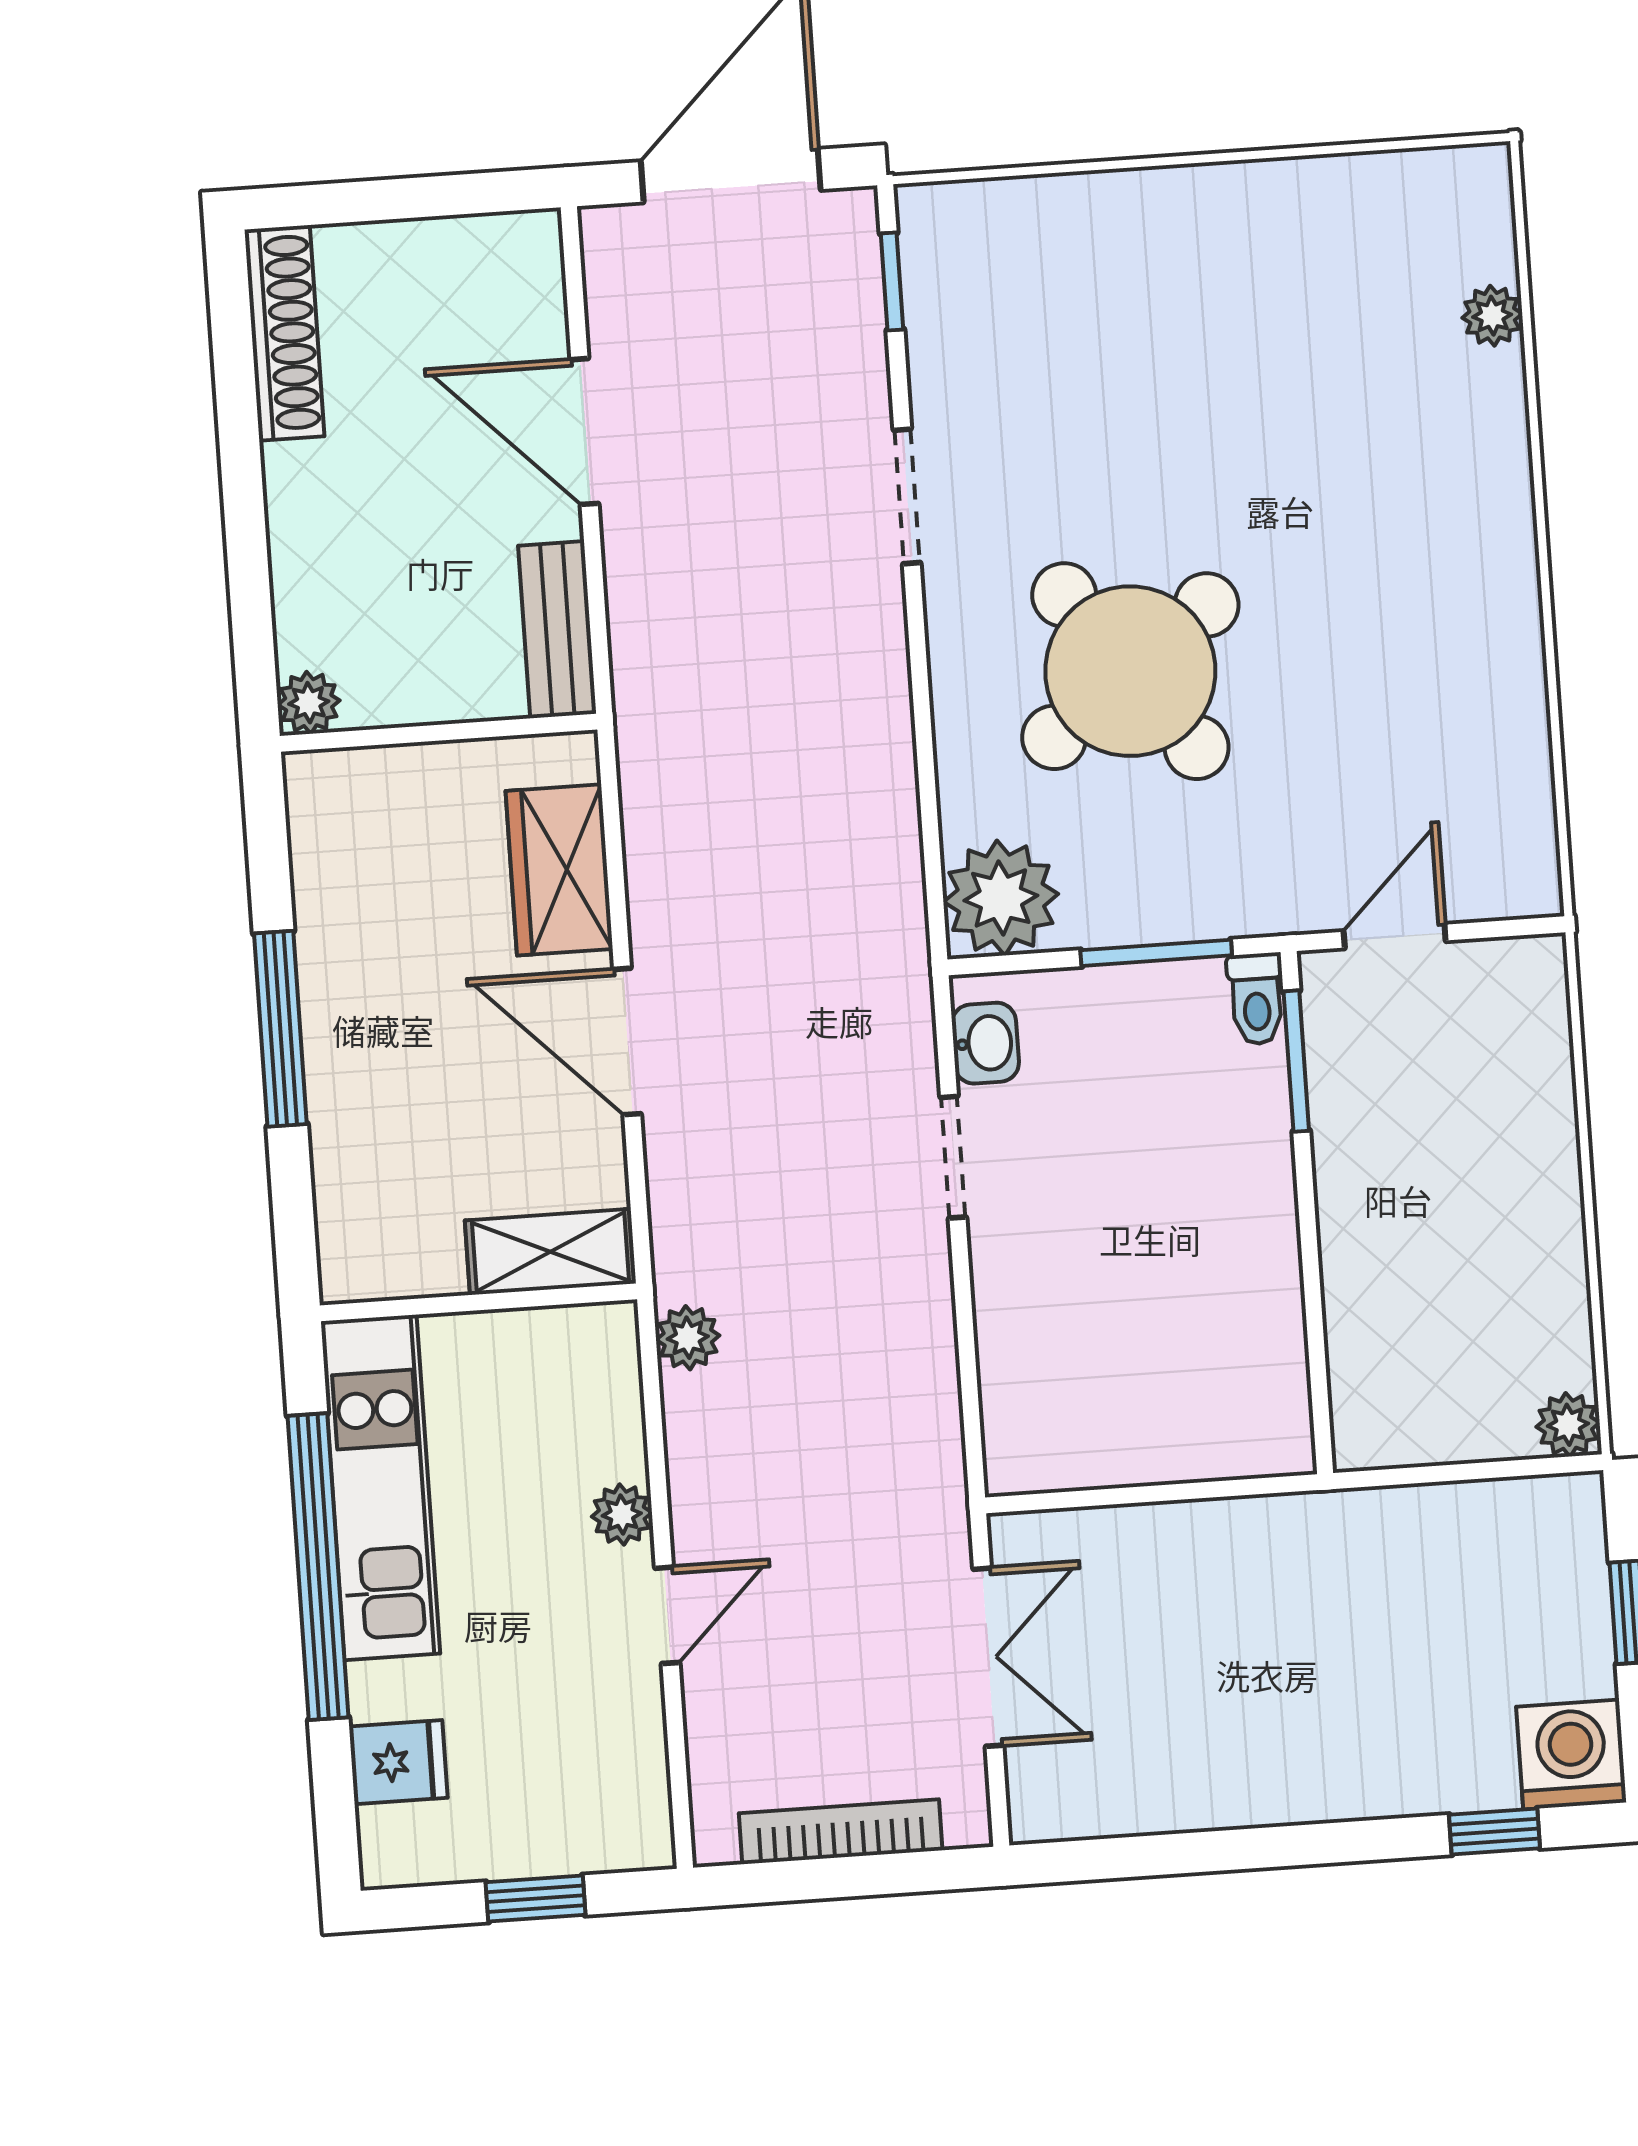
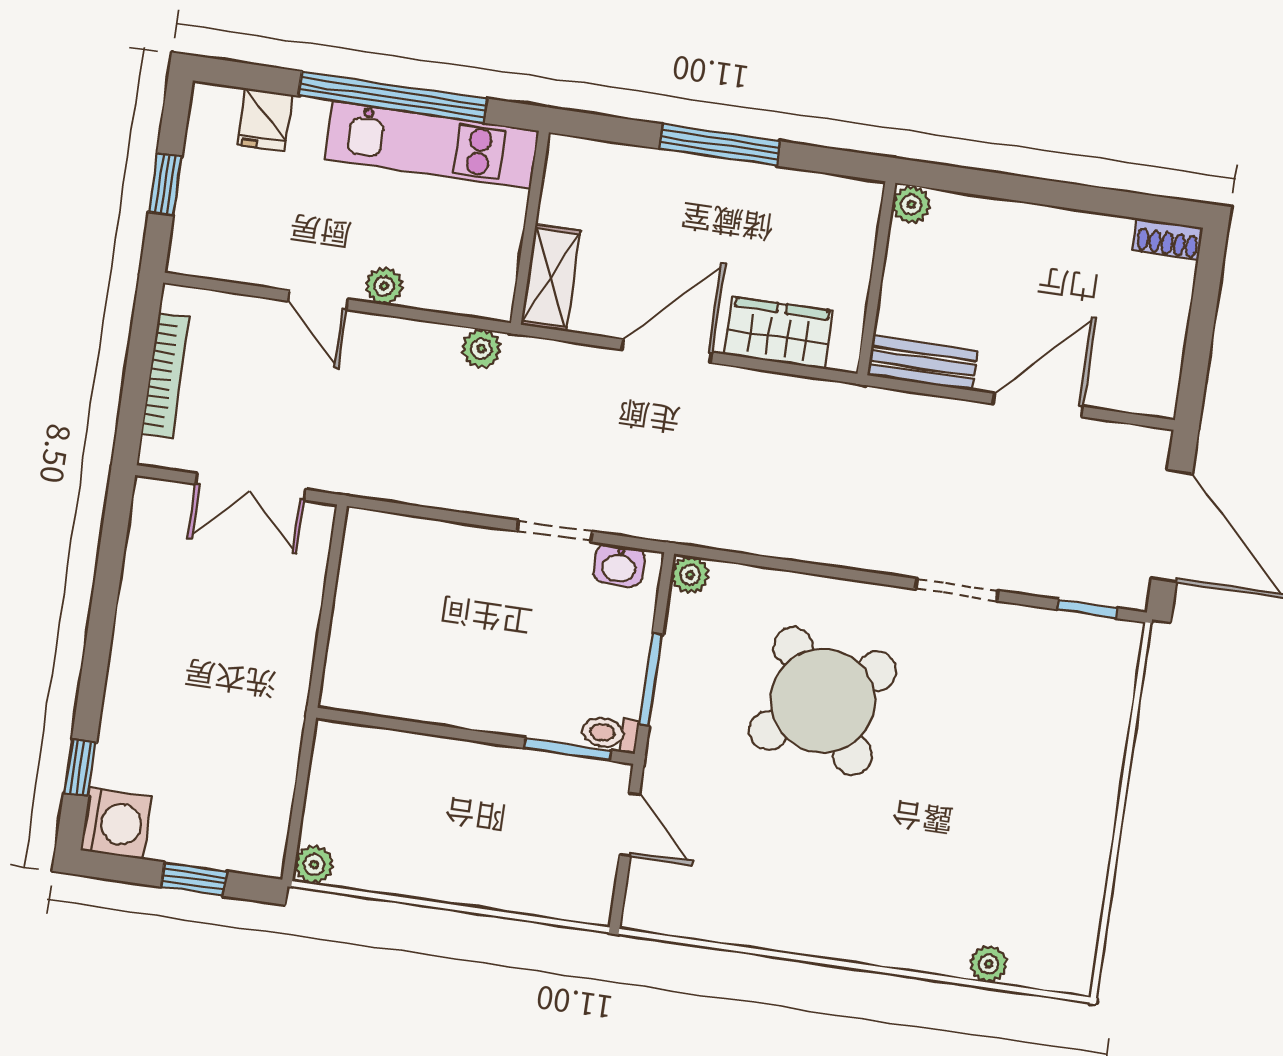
shoe rack: (284, 333) -> (1168, 239), width x0.51, depth x0.81
plant: (1001, 898) -> (690, 575), width x0.53, depth x0.53

